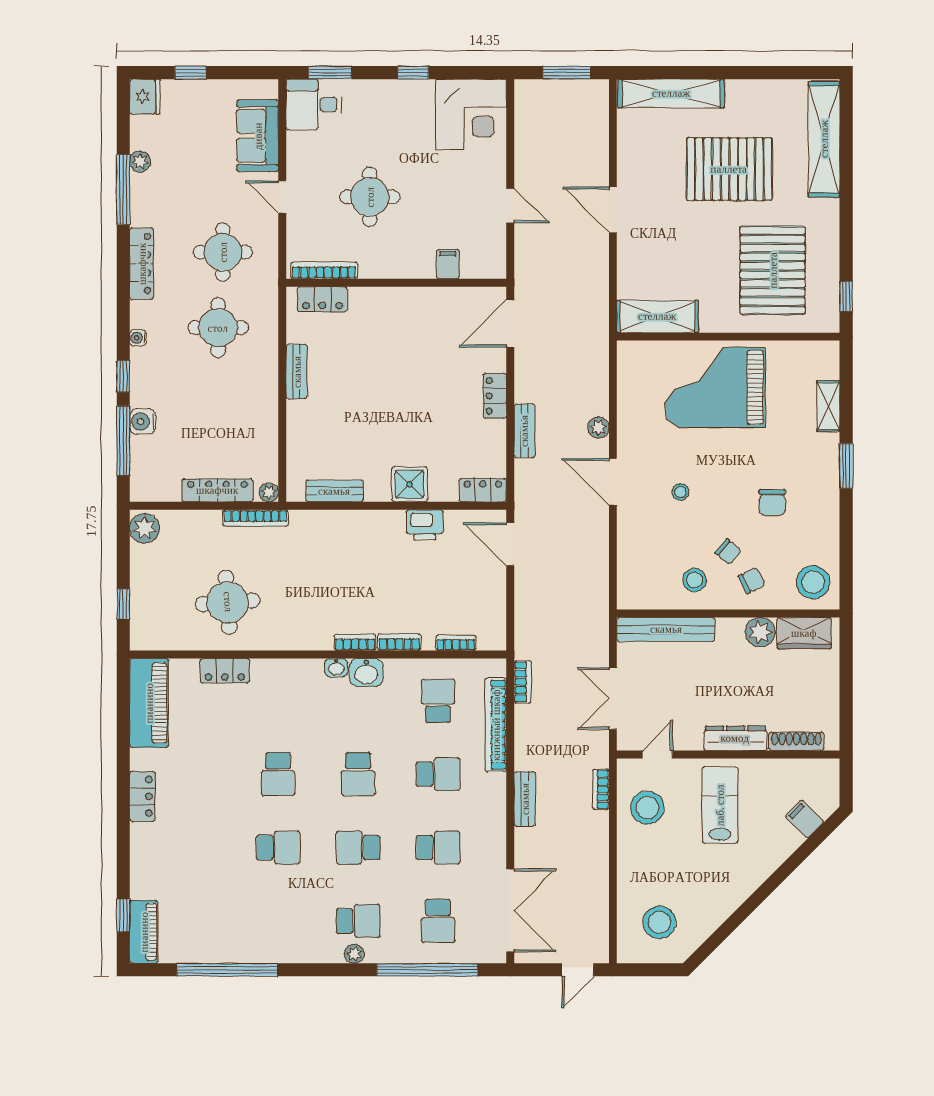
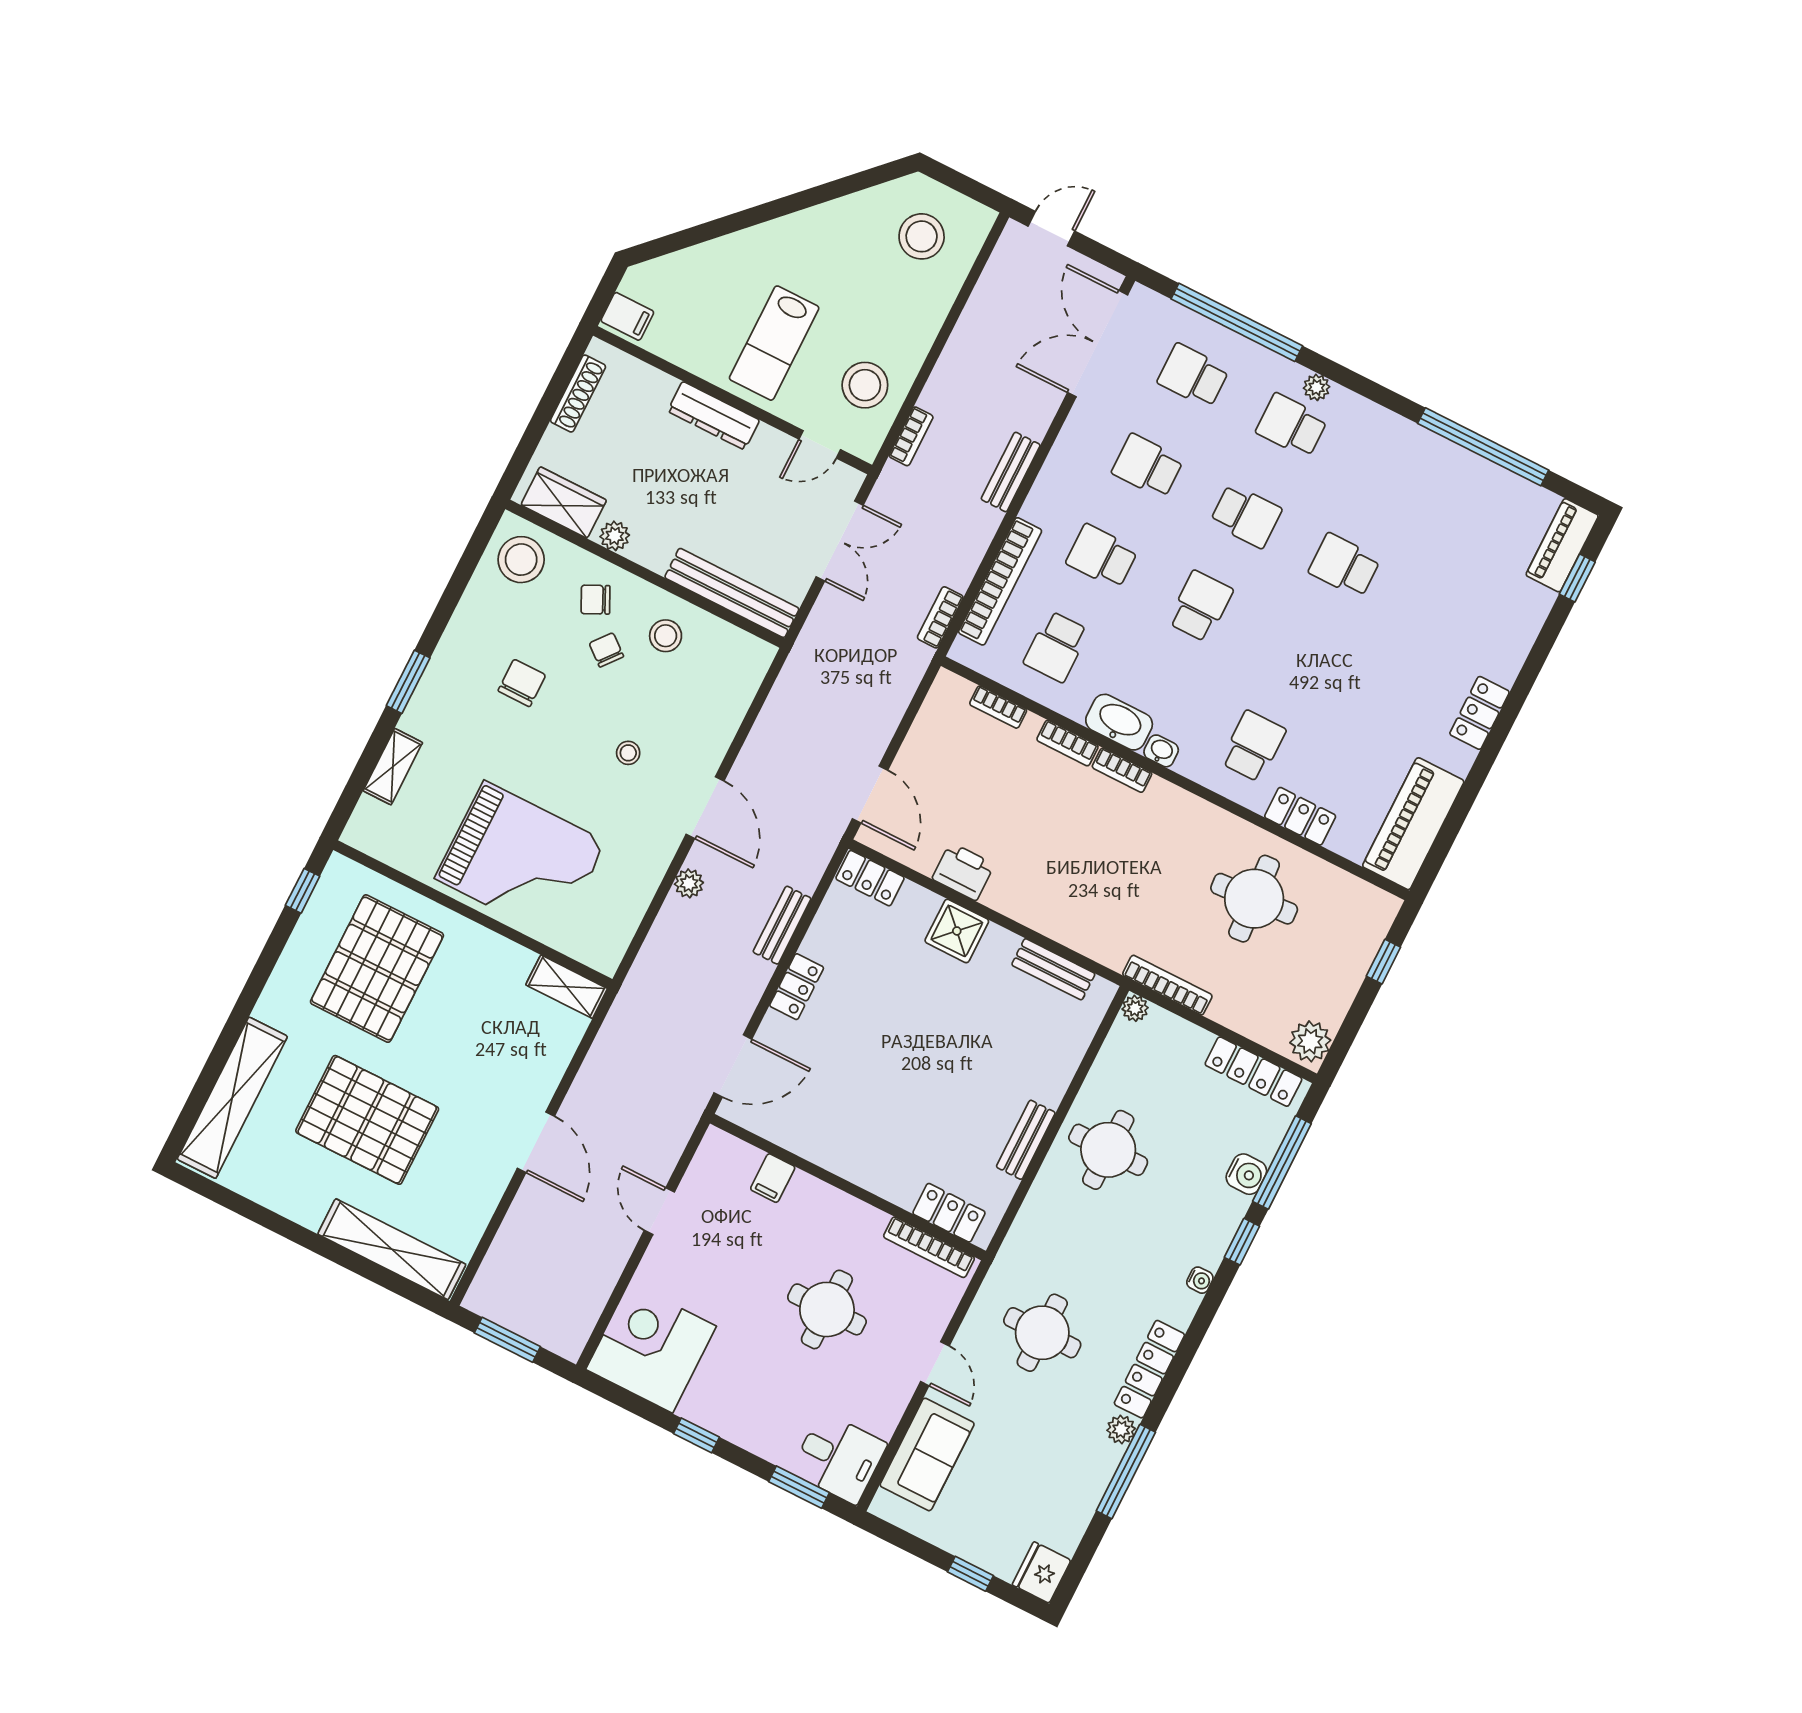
plant: (140, 161) -> (1121, 1429), moved
shelving: (657, 316) -> (567, 987), width x0.67, depth x0.75
round table: (218, 328) -> (1108, 1150), moved
locker: (217, 490) -> (1253, 1072), moved
plant: (760, 632) -> (615, 536), width x0.73, depth x0.73
washbasin: (366, 672) -> (1119, 722), width x1.38
shoe rack: (796, 741) -> (578, 394), moved, turned -90
school desk: (278, 774) -> (1253, 746), moved
filing cabinet: (804, 819) -> (627, 316), moved, turned -45
school desk: (438, 921) -> (1193, 376), turned -90

